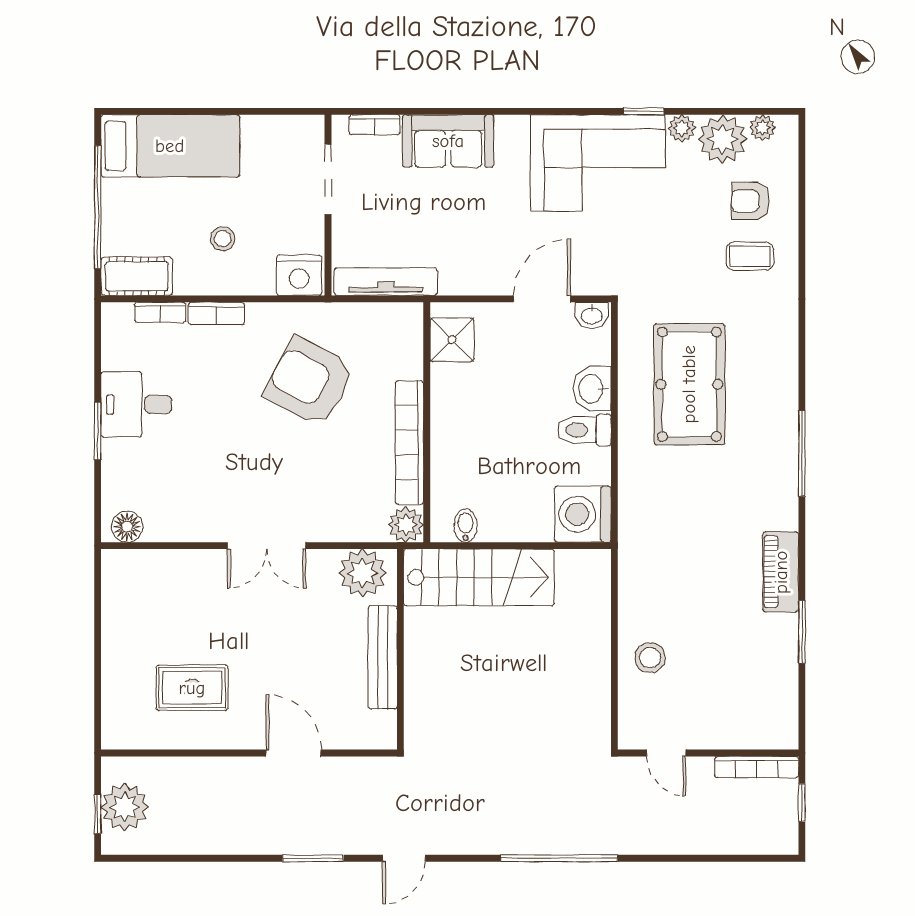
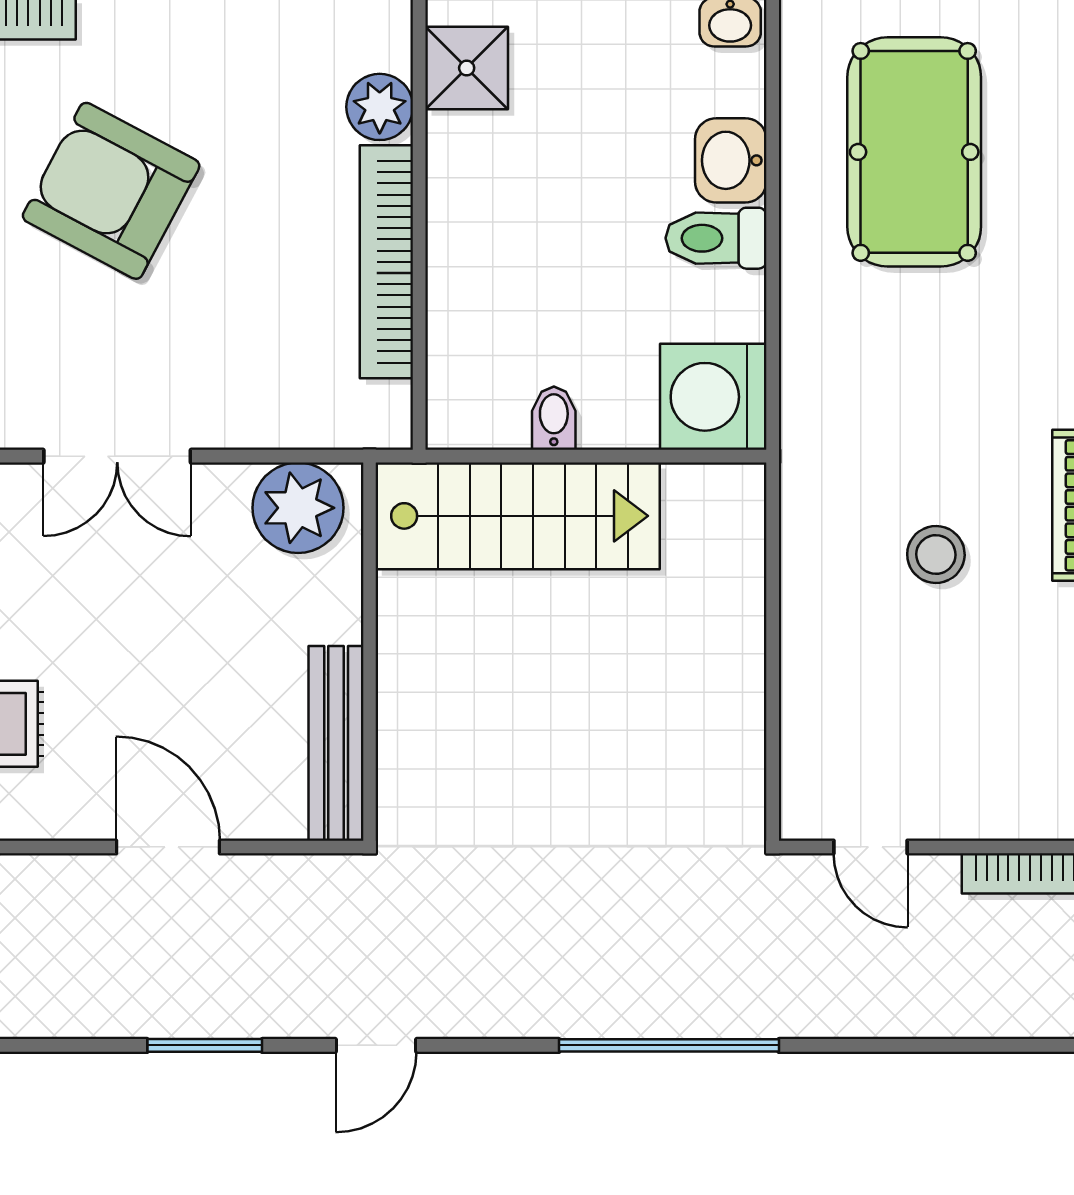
armchair: (309, 382) -> (111, 191), moved
plant: (406, 525) -> (380, 107), moved
bidet: (466, 526) -> (554, 418), moved
bench: (383, 657) -> (336, 743), moved
stool: (650, 658) -> (936, 555), moved

